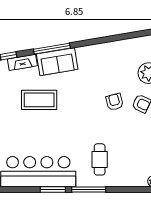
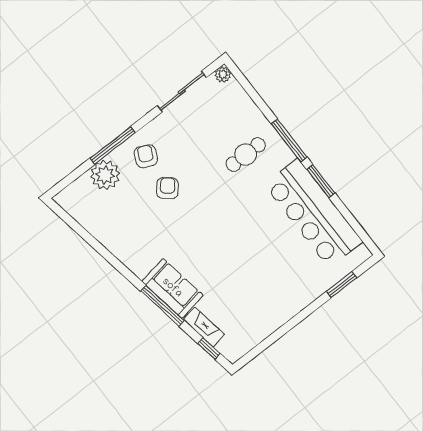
coffee table: (39, 100) -> (232, 275), removed
armchair: (115, 102) -> (167, 188), turned 145

